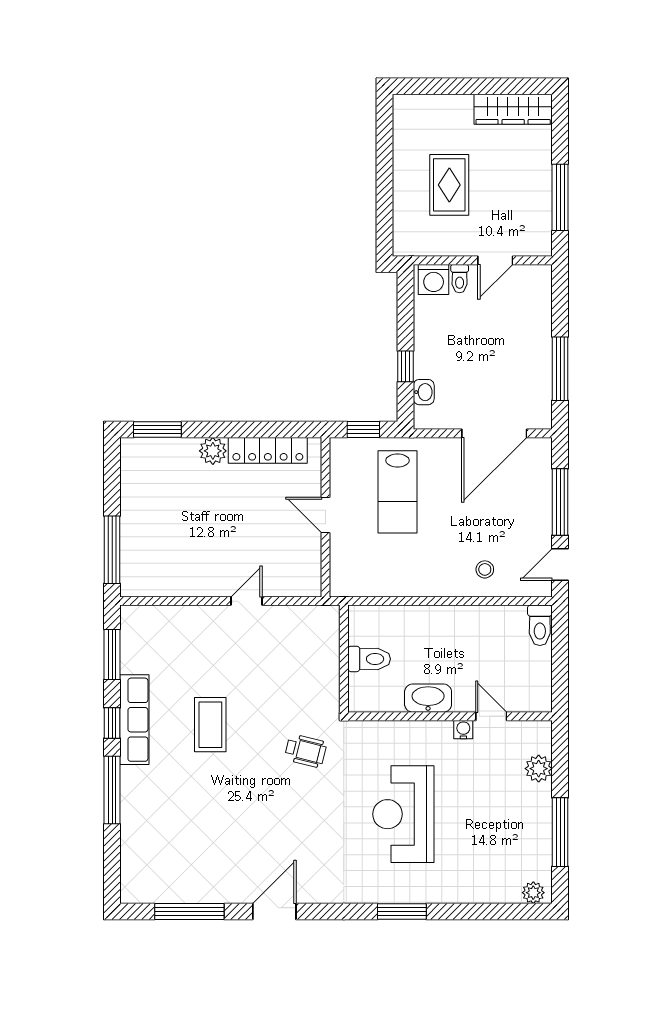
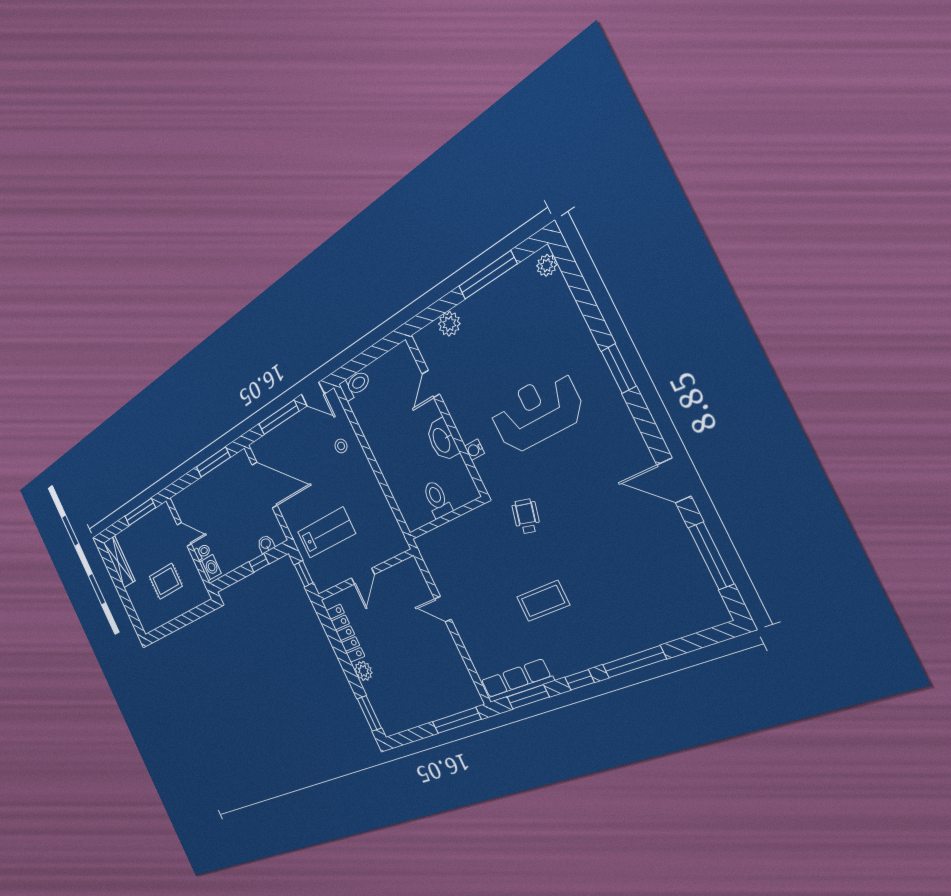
row of seats: (134, 720) -> (517, 681), moved
water cooler: (463, 730) -> (474, 450), moved
reception desk: (403, 814) -> (536, 412), turned 180

